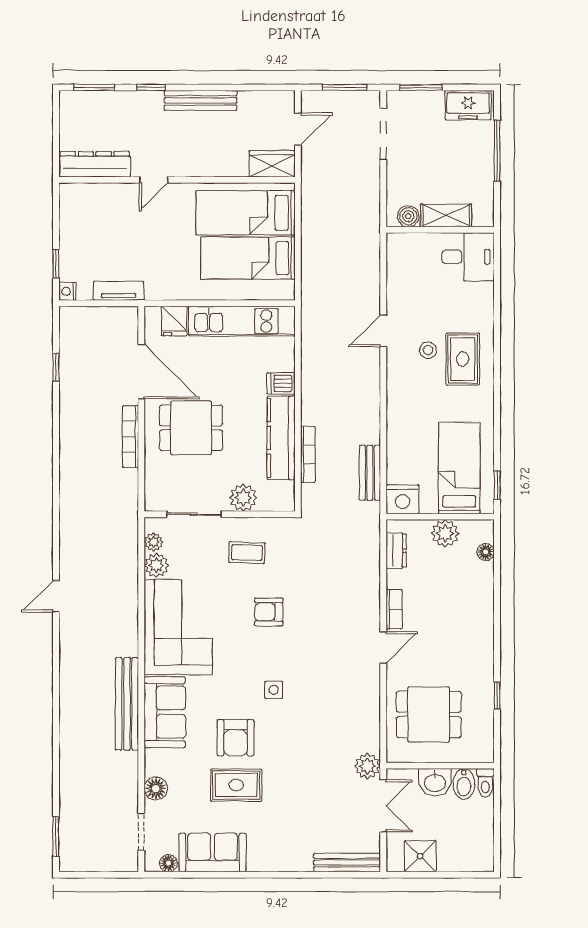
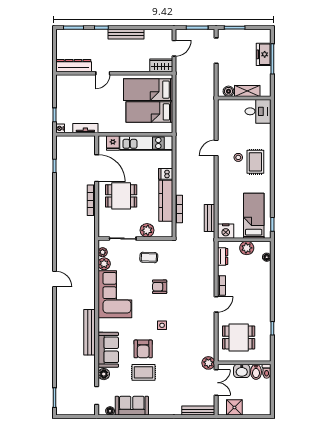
freezer: (468, 105) -> (264, 54), moved, turned 90
door: (56, 596) -> (54, 279), swing flipped
sofa: (165, 712) -> (108, 350), moved

